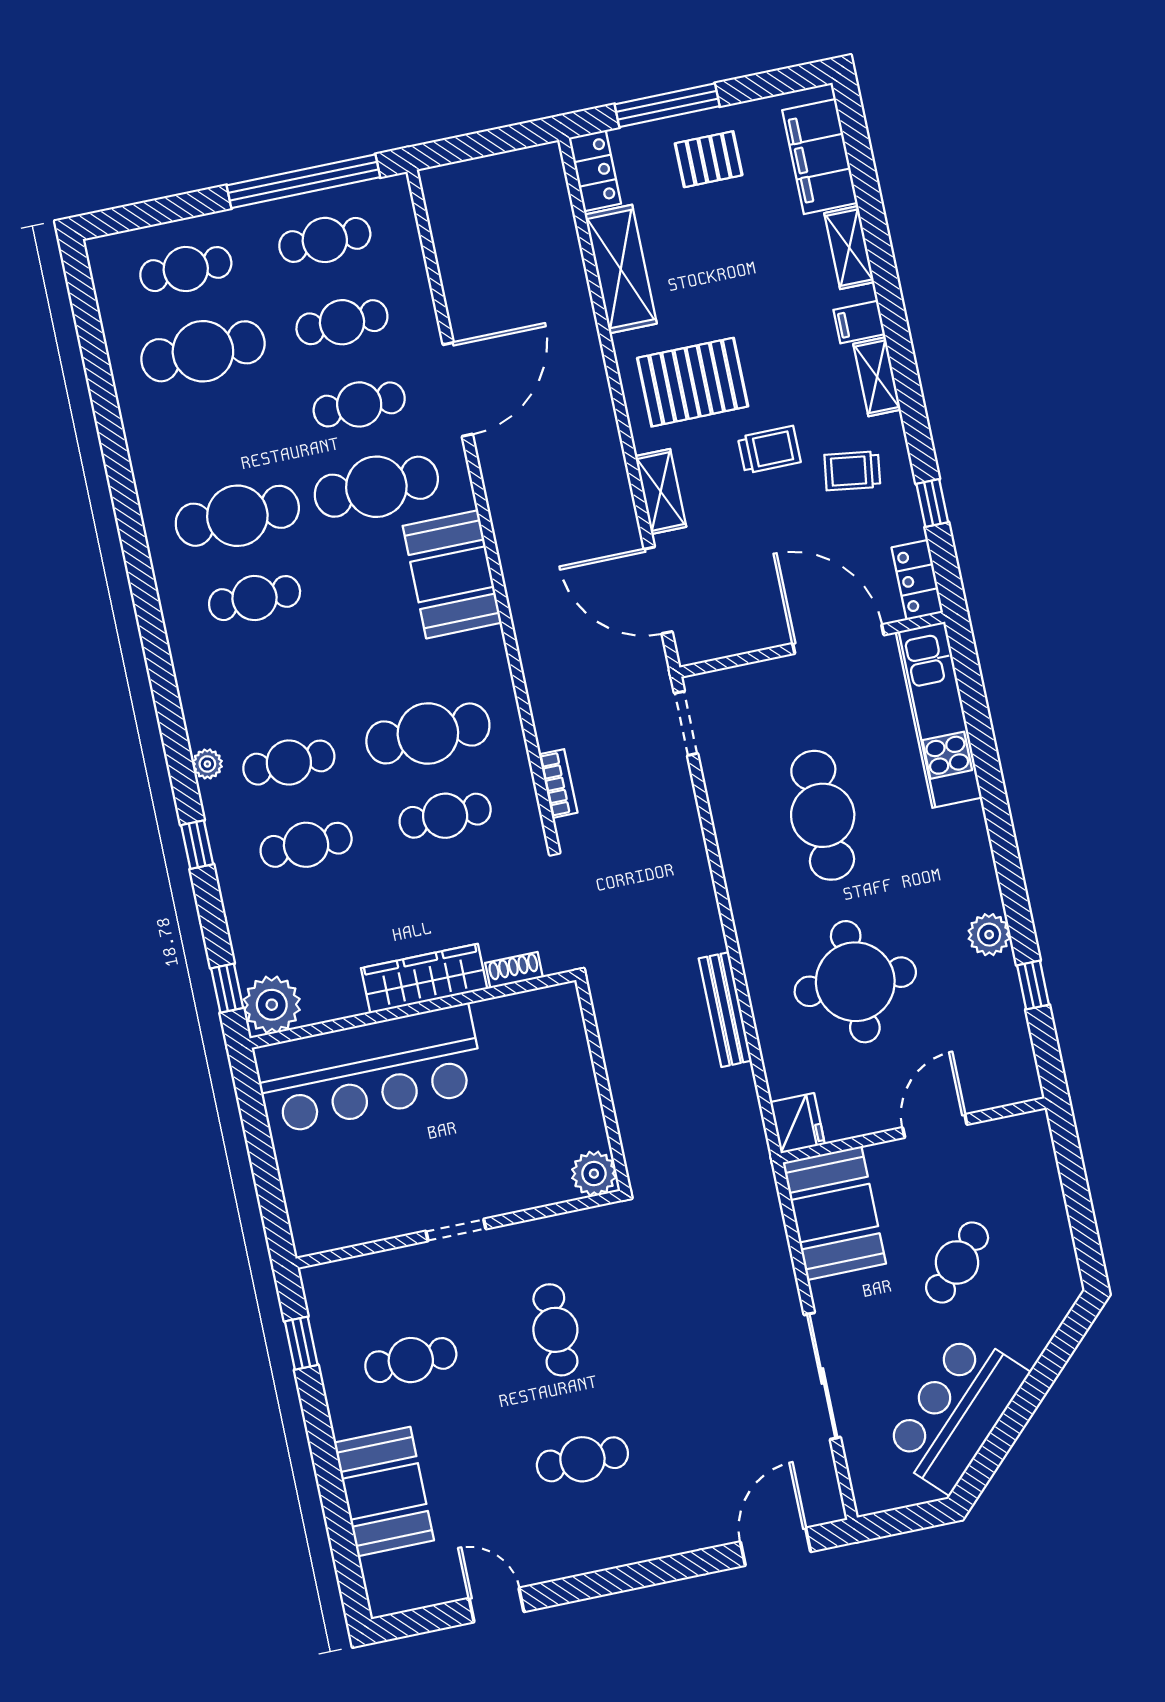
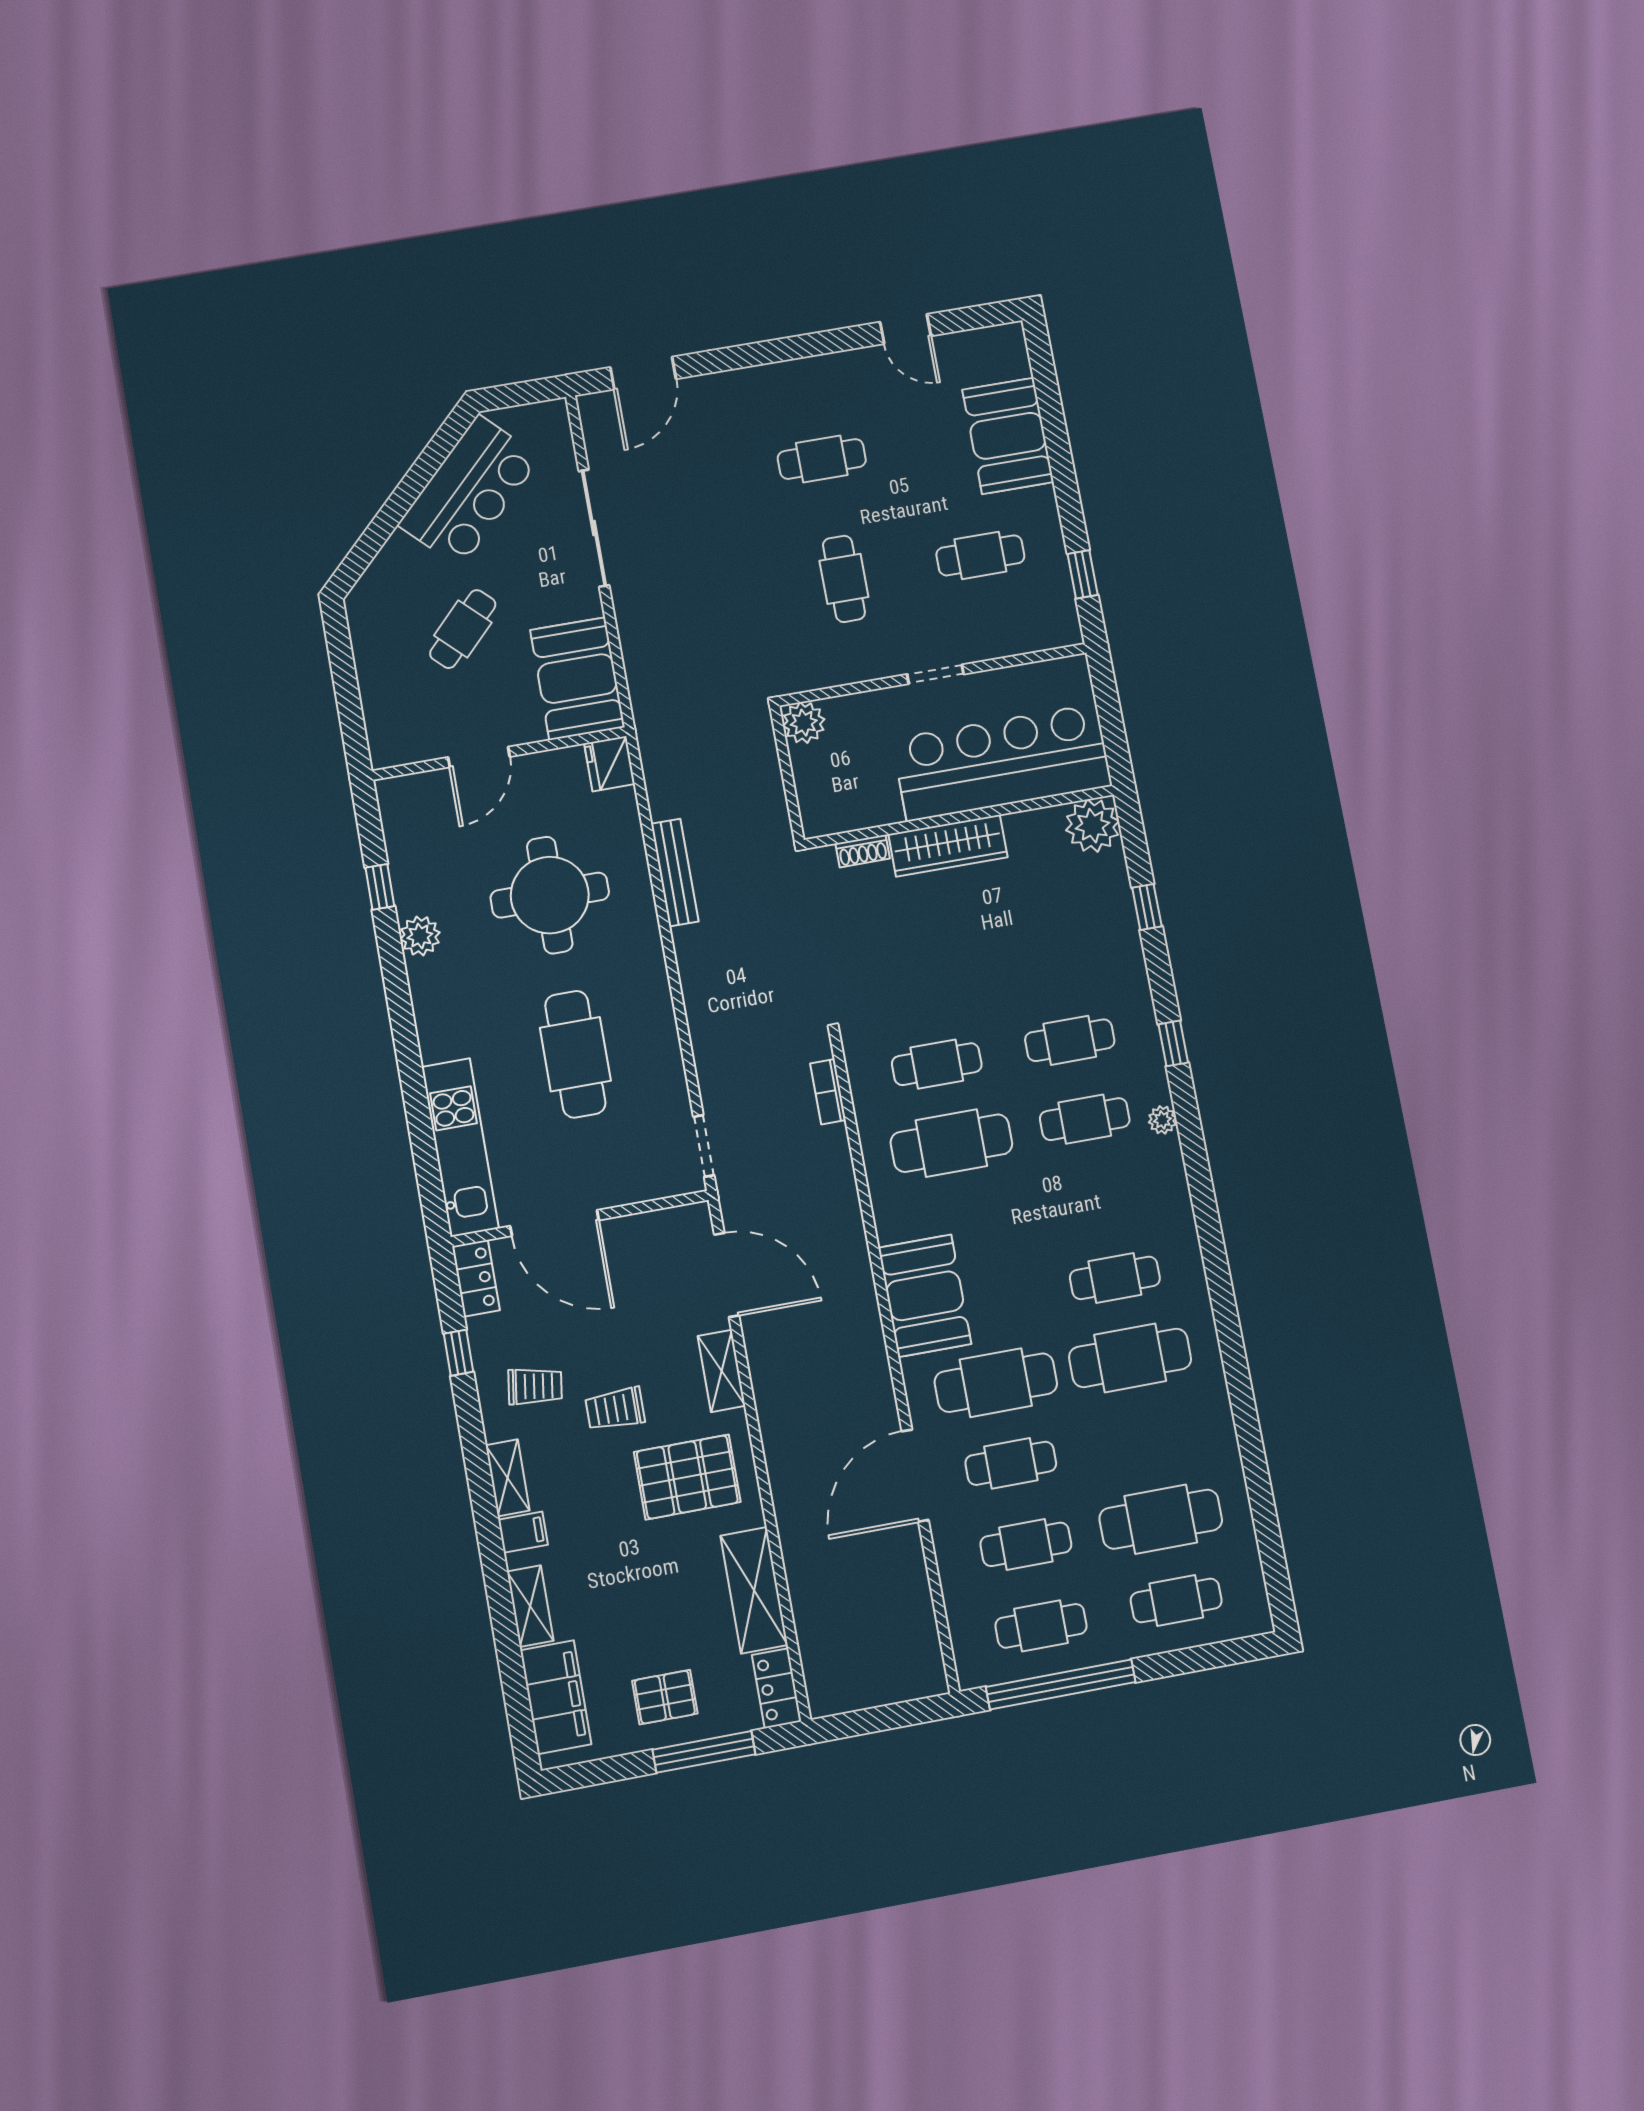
shoe rack: (514, 970) -> (863, 851), moved
wardrobe: (424, 979) -> (948, 846), moved
plant: (272, 1005) -> (1093, 826), moved
wall: (413, 1009) -> (959, 817), moved
bar counter: (369, 1069) -> (1002, 762), moved

